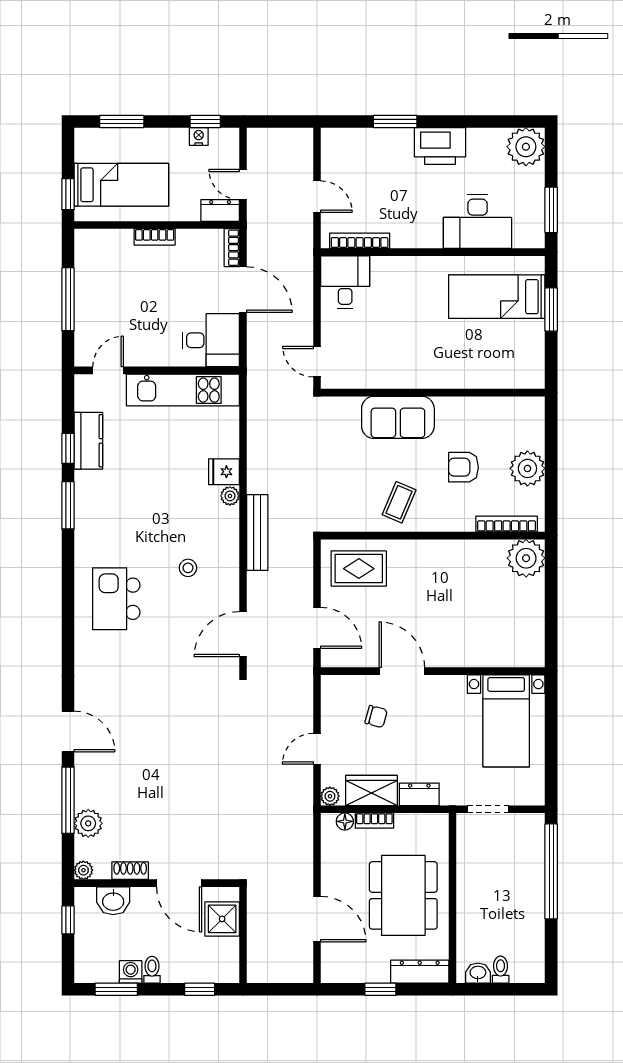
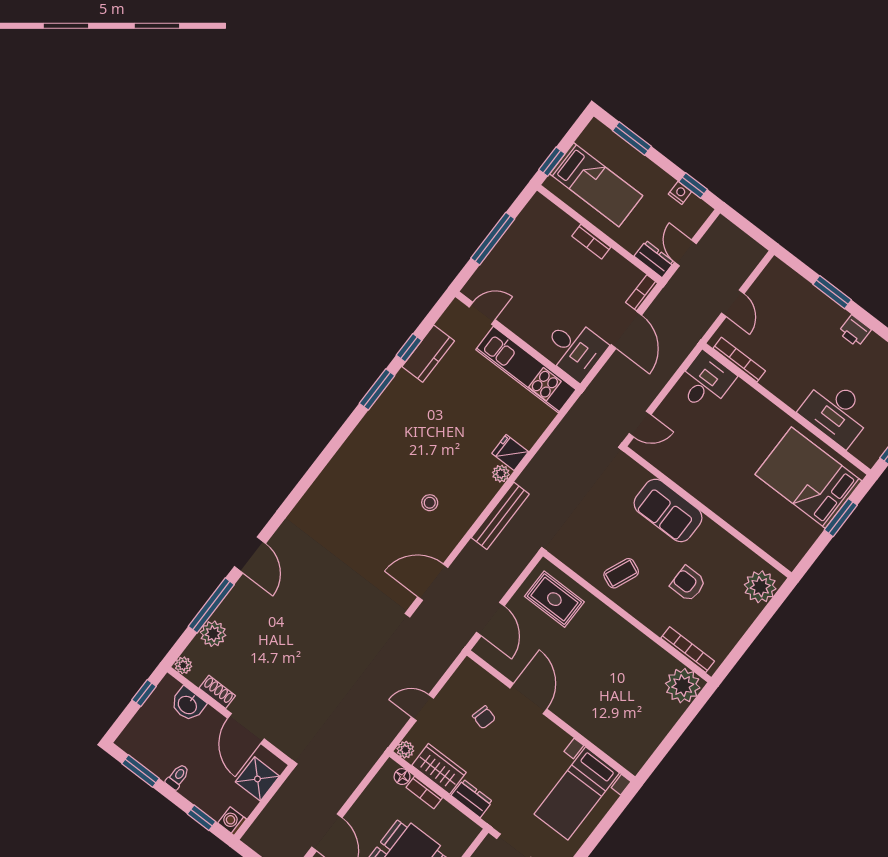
printer: (440, 146) -> (855, 331), width x0.53, depth x0.68
bed: (497, 297) -> (808, 478), width x1.50
door: (317, 362) -> (640, 424), swing flipped
plant: (527, 468) -> (760, 587), moved
kitchen island: (116, 599) -> (360, 485), removed
washing machine: (131, 972) -> (232, 821), moved, turned -90

